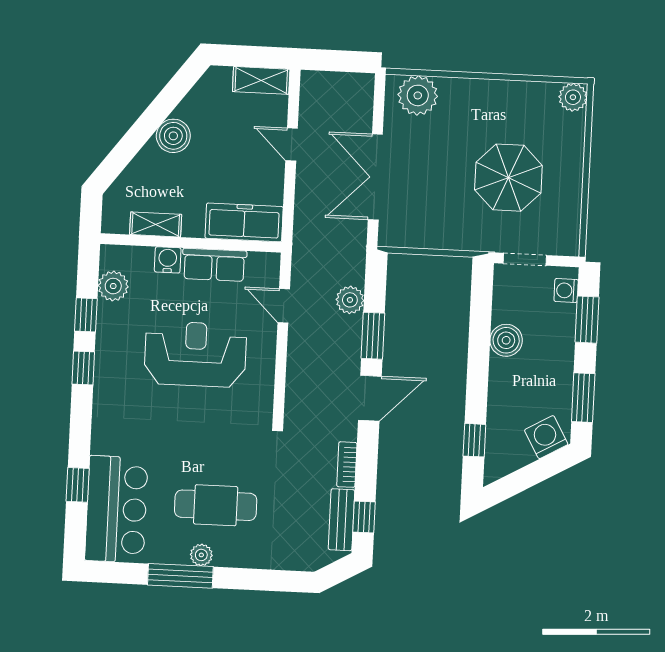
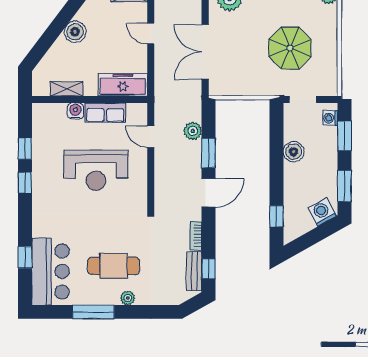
plant: (113, 286) -> (42, 129), removed
reception desk: (195, 354) -> (96, 170), turned 180
plant: (201, 555) -> (128, 298), moved

